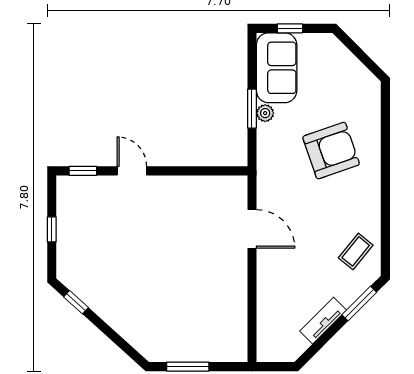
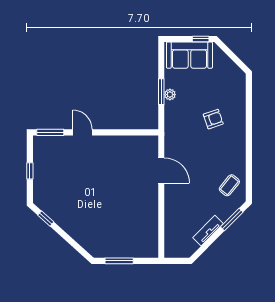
window: (290, 28) -> (201, 39), moved
sofa: (277, 68) -> (189, 55), moved, turned 90
armchair: (331, 151) -> (213, 119), width x0.53, depth x0.53
window: (83, 171) -> (50, 132), width x1.50

